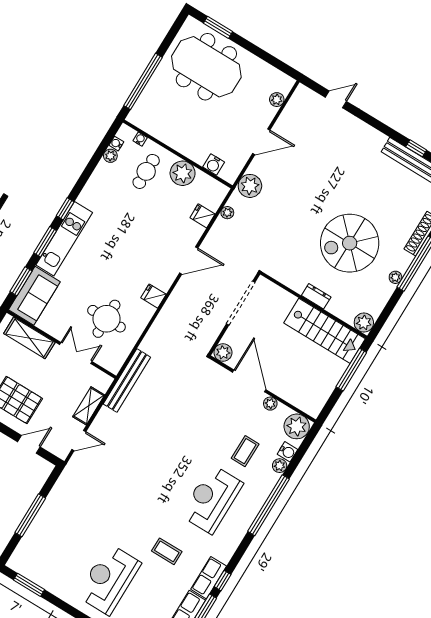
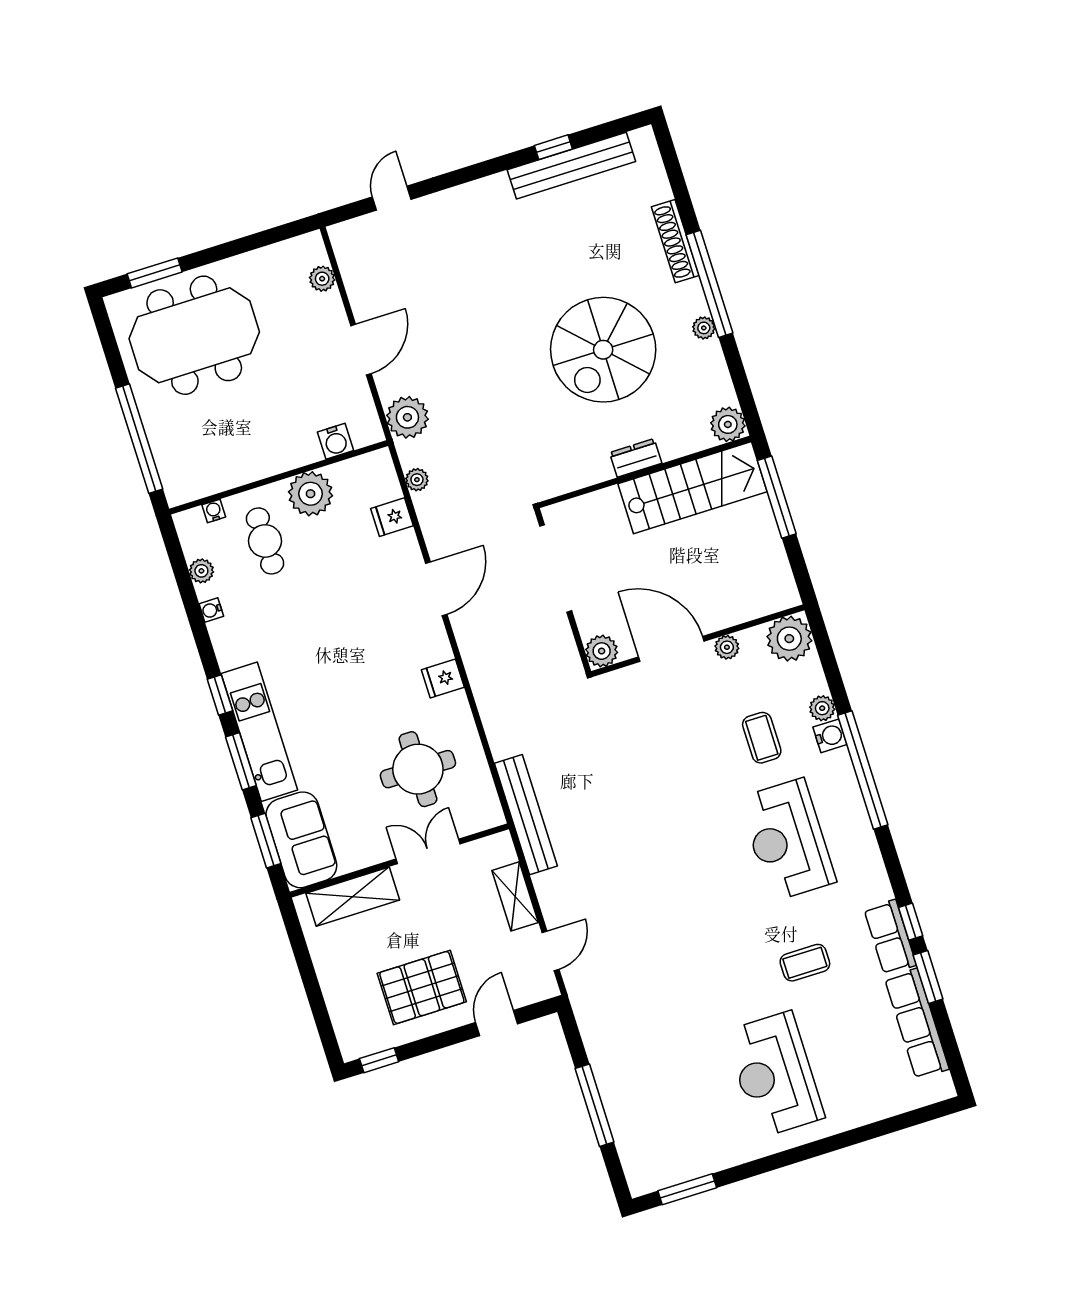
water cooler: (116, 144) -> (211, 610), moved
water cooler: (287, 452) -> (830, 736), moved

